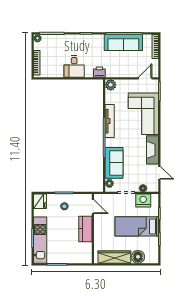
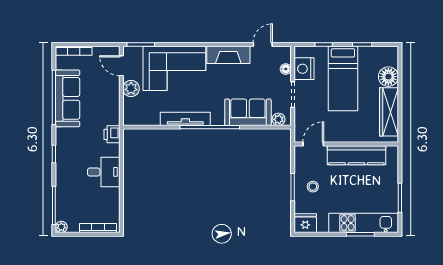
plant: (111, 85) -> (131, 88), moved
kitchen counter: (85, 229) -> (356, 155), width x1.50

